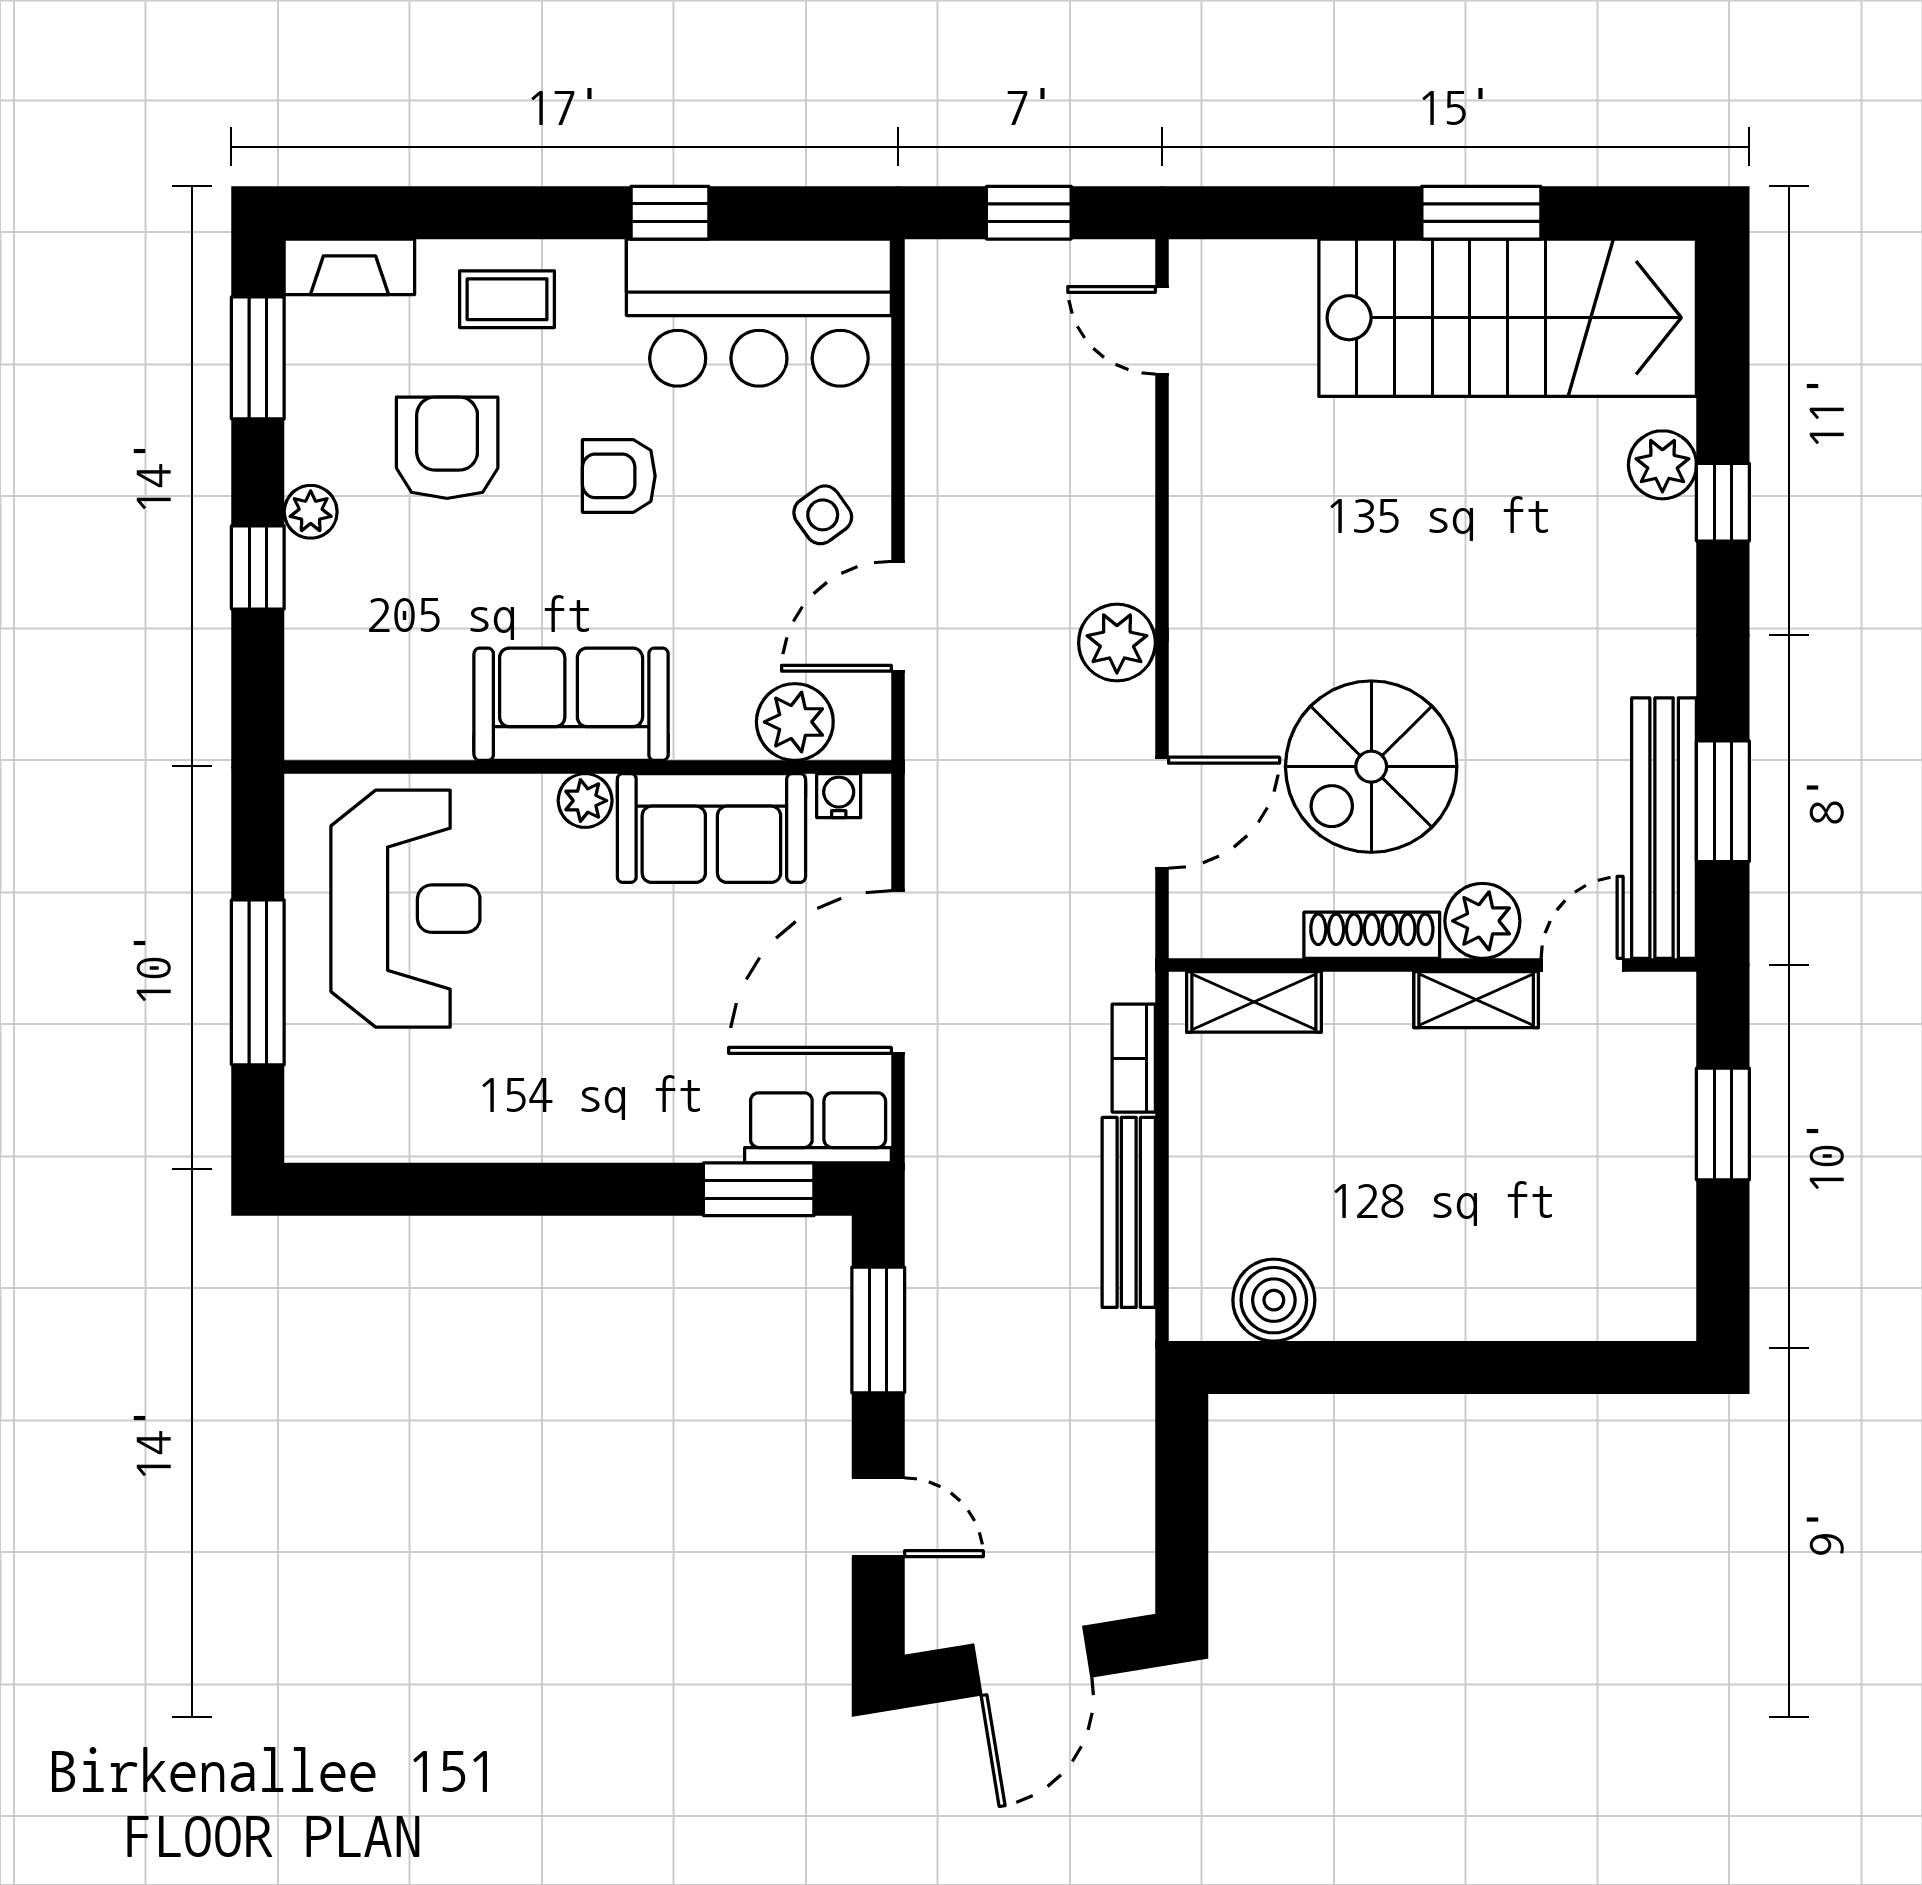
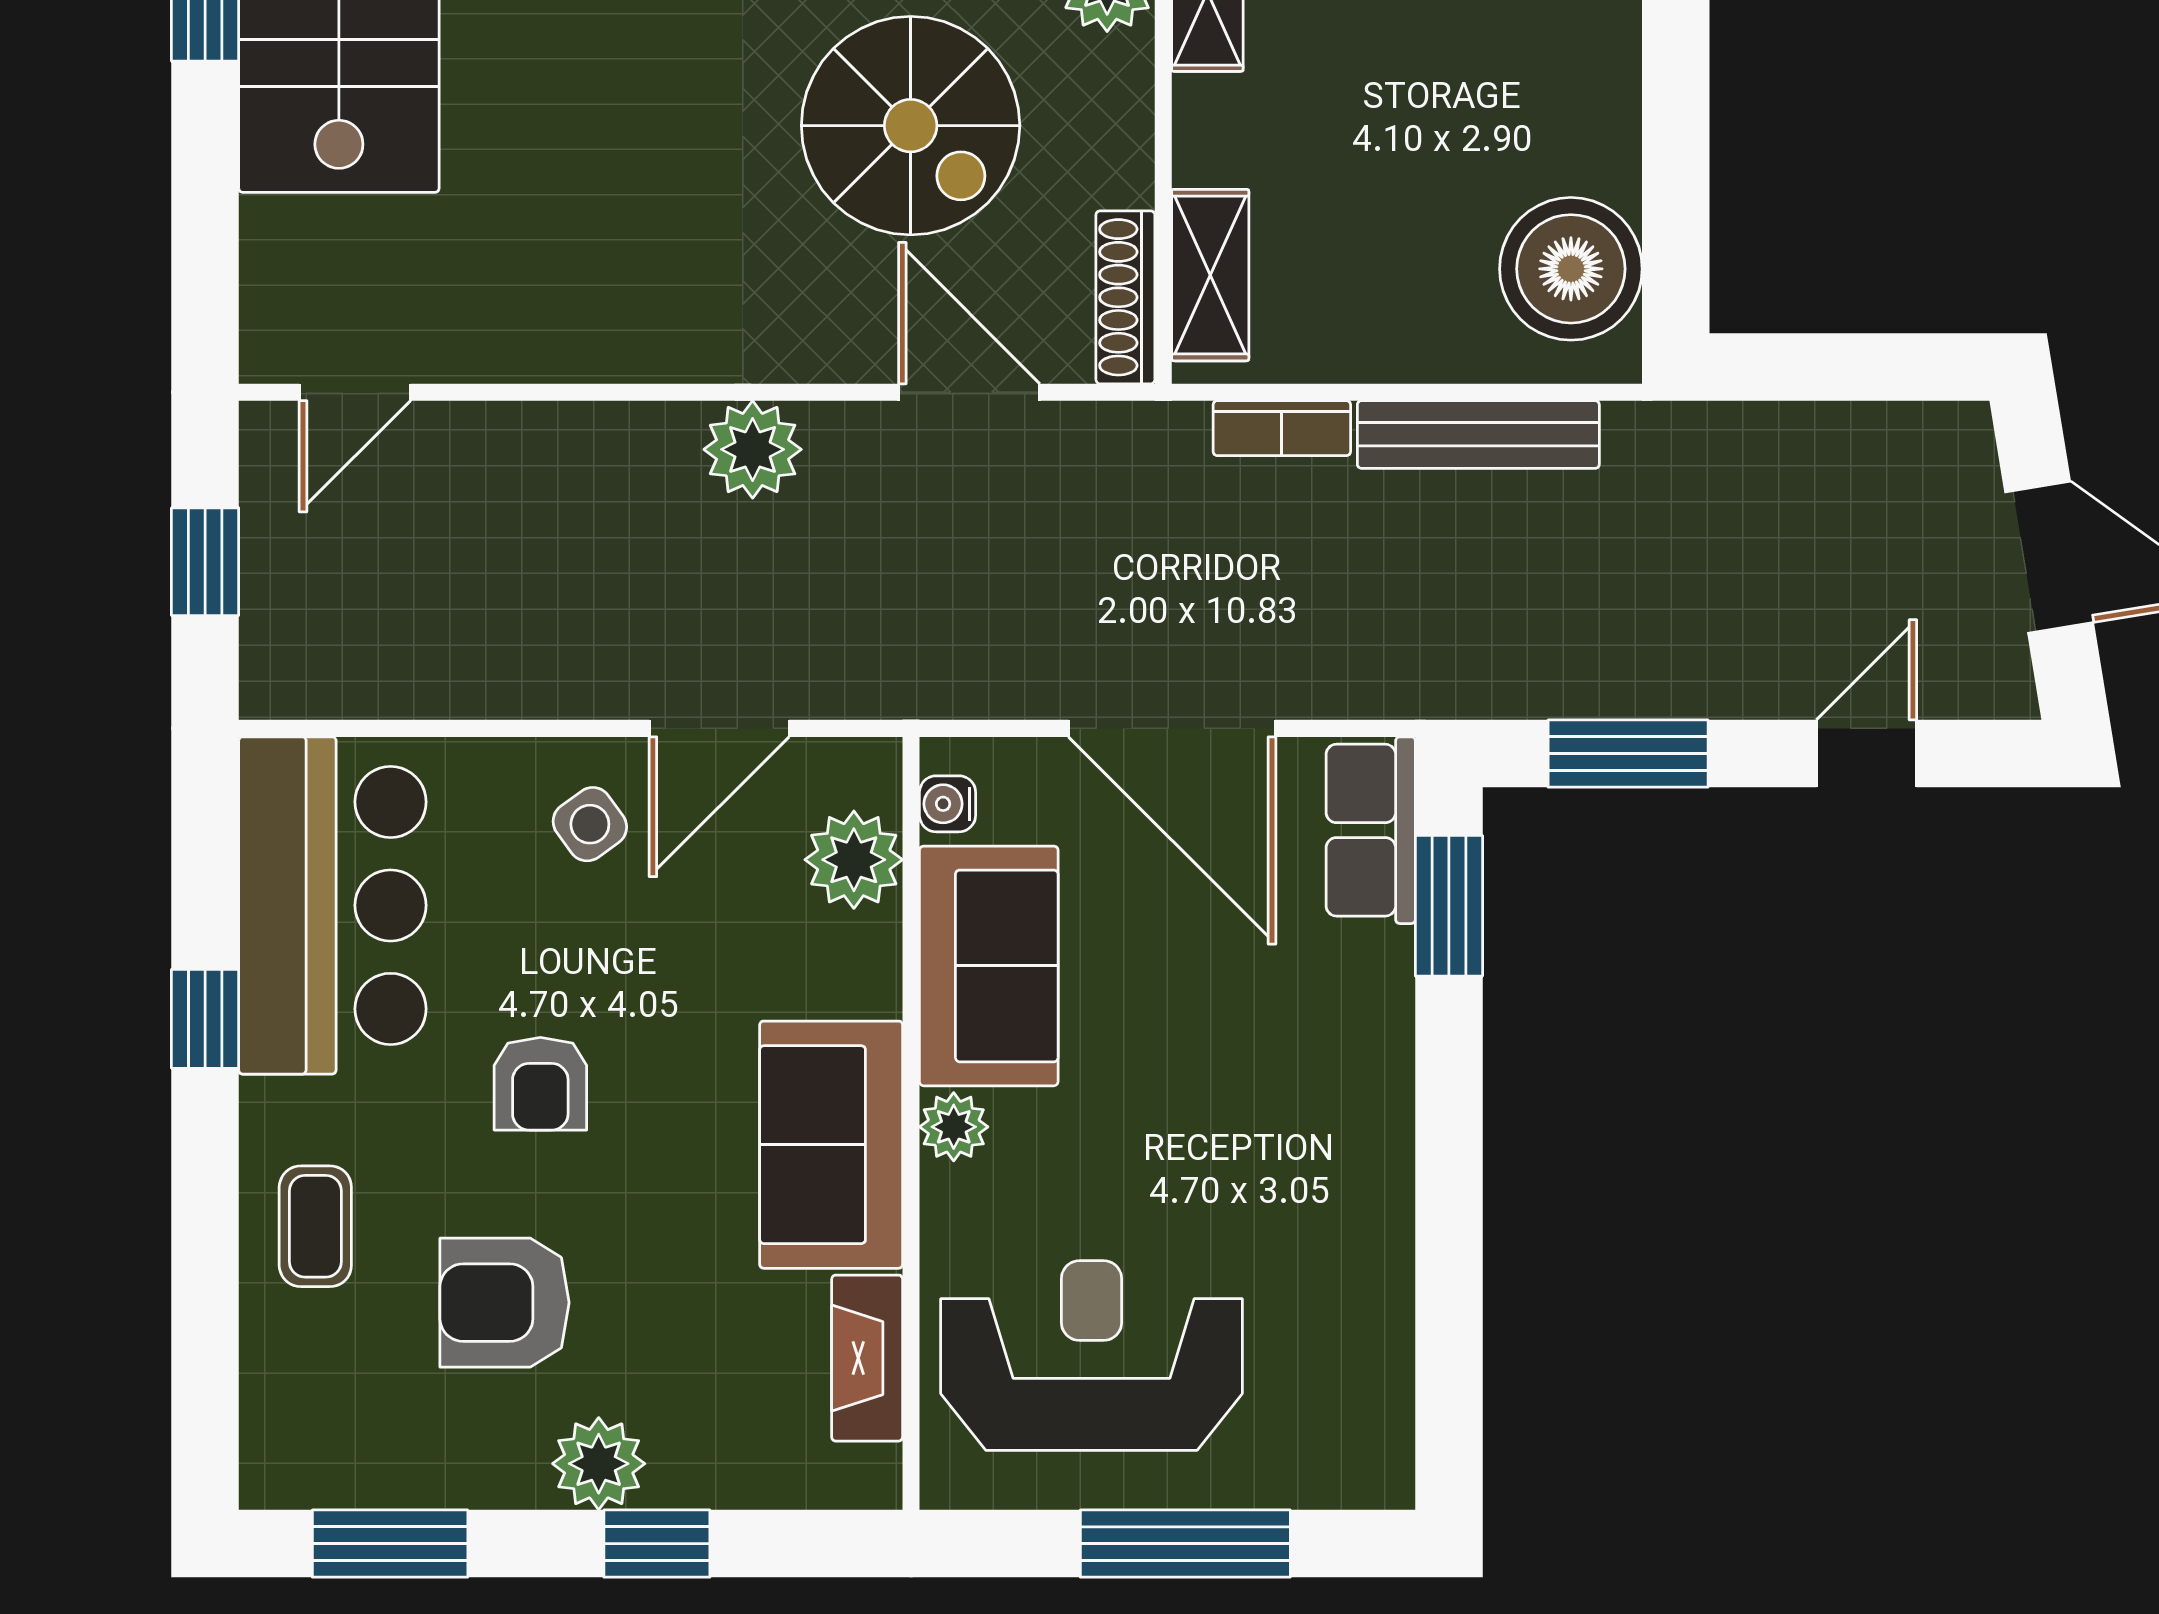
fireplace: (349, 267) -> (867, 1358), moved, turned 180
plant: (311, 512) -> (599, 1464), width x1.38, depth x1.38
door: (898, 616) -> (719, 728), hinge flipped
shoe rack: (1372, 935) -> (1125, 297), moved
boiler: (1274, 1300) -> (1571, 269), width x1.37, depth x1.37

